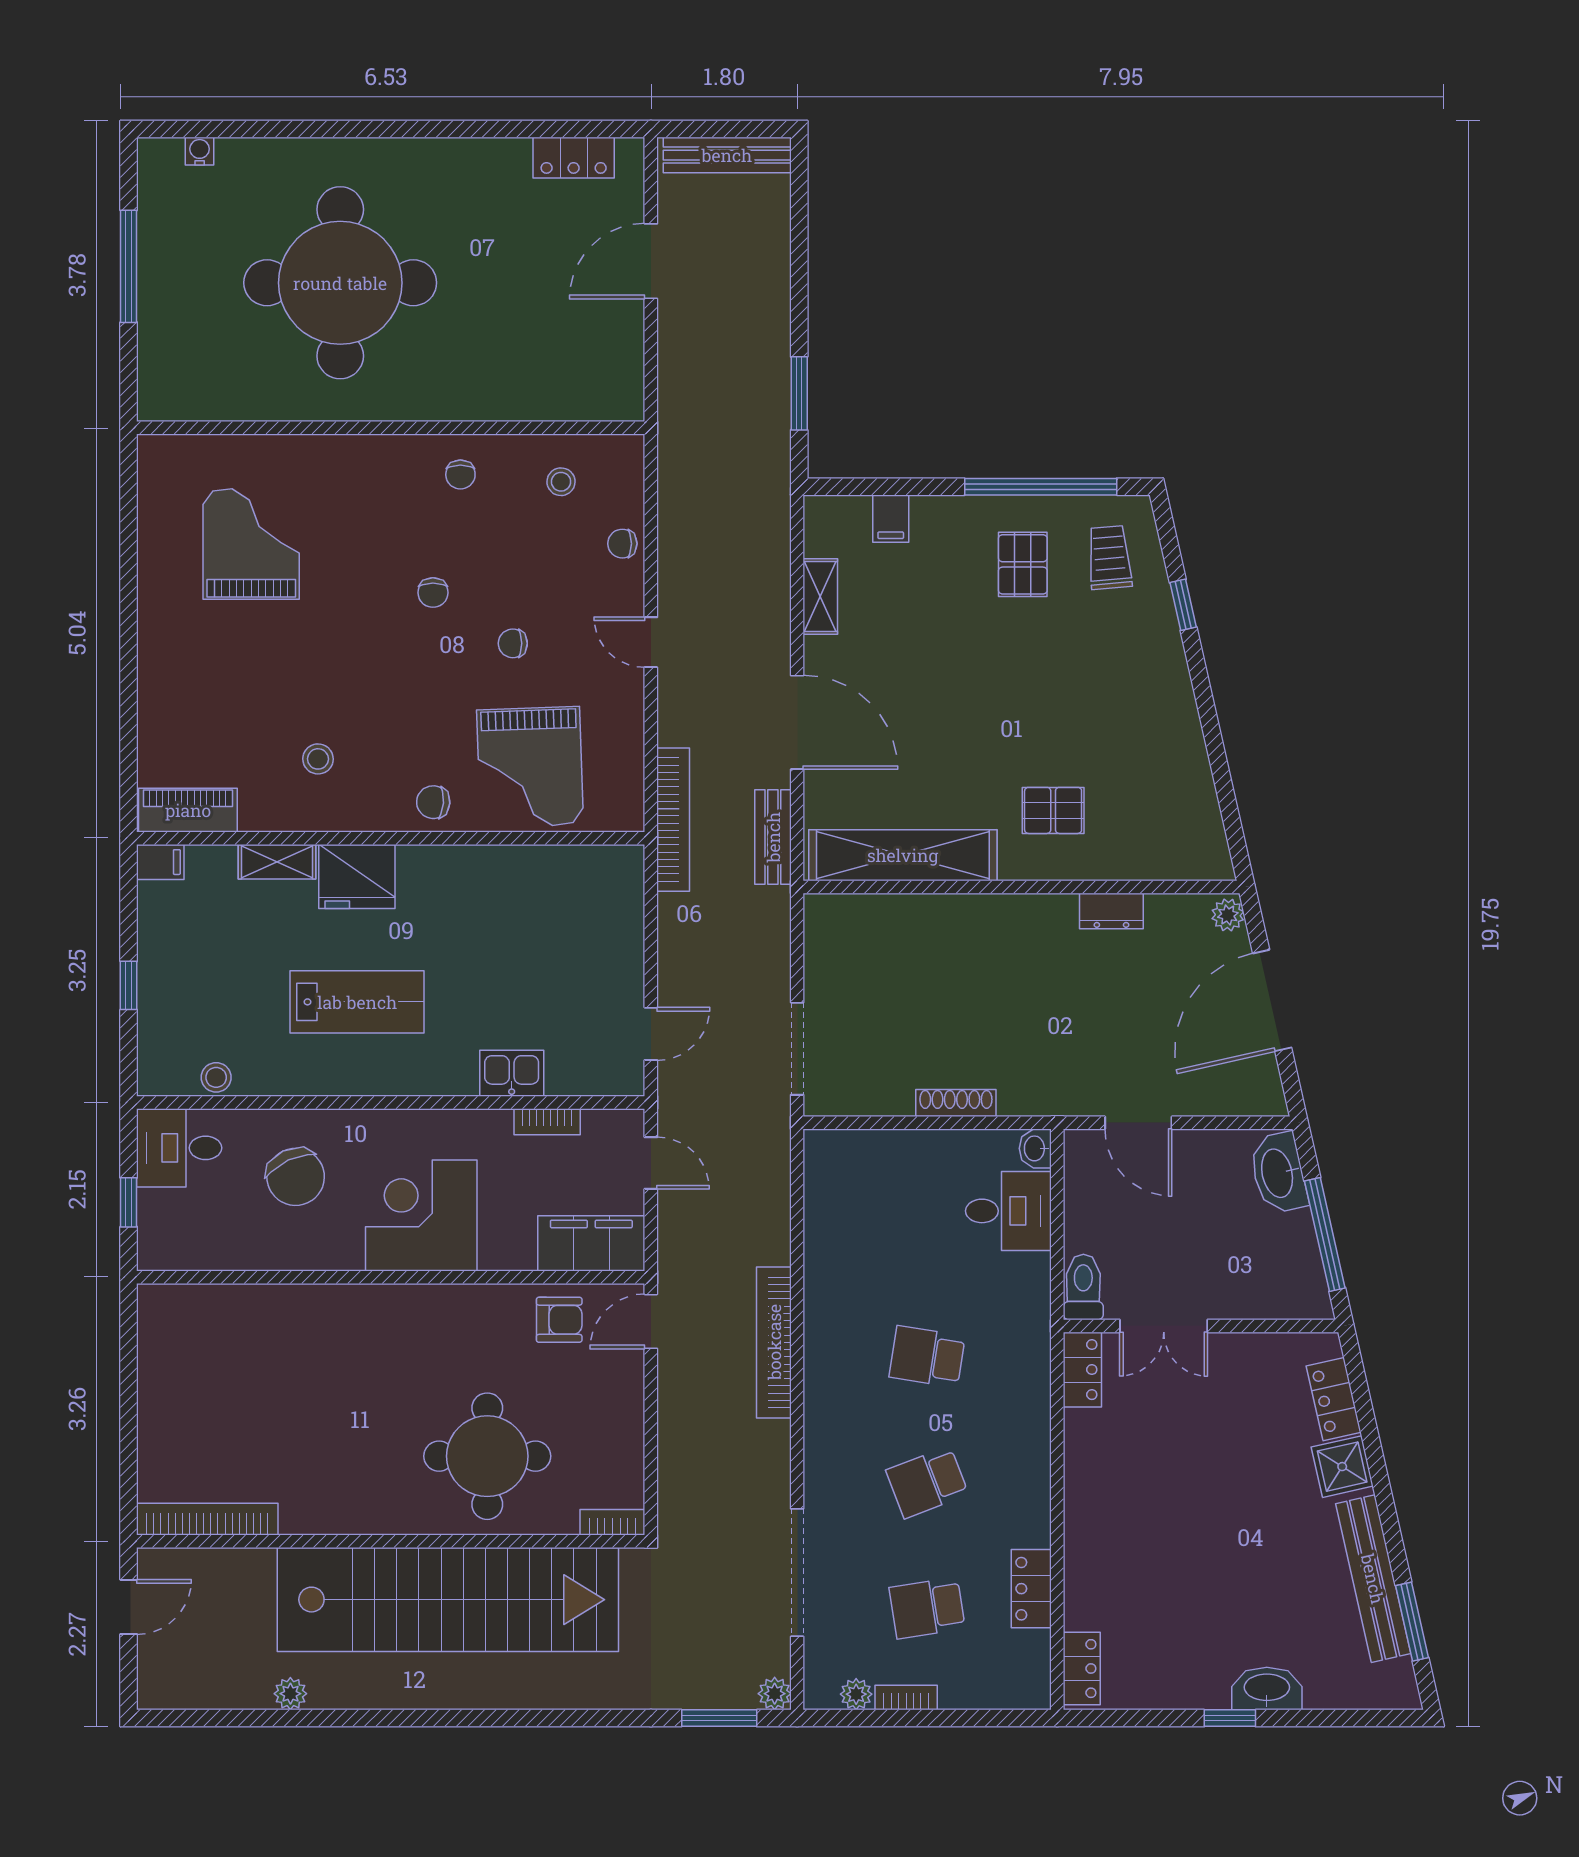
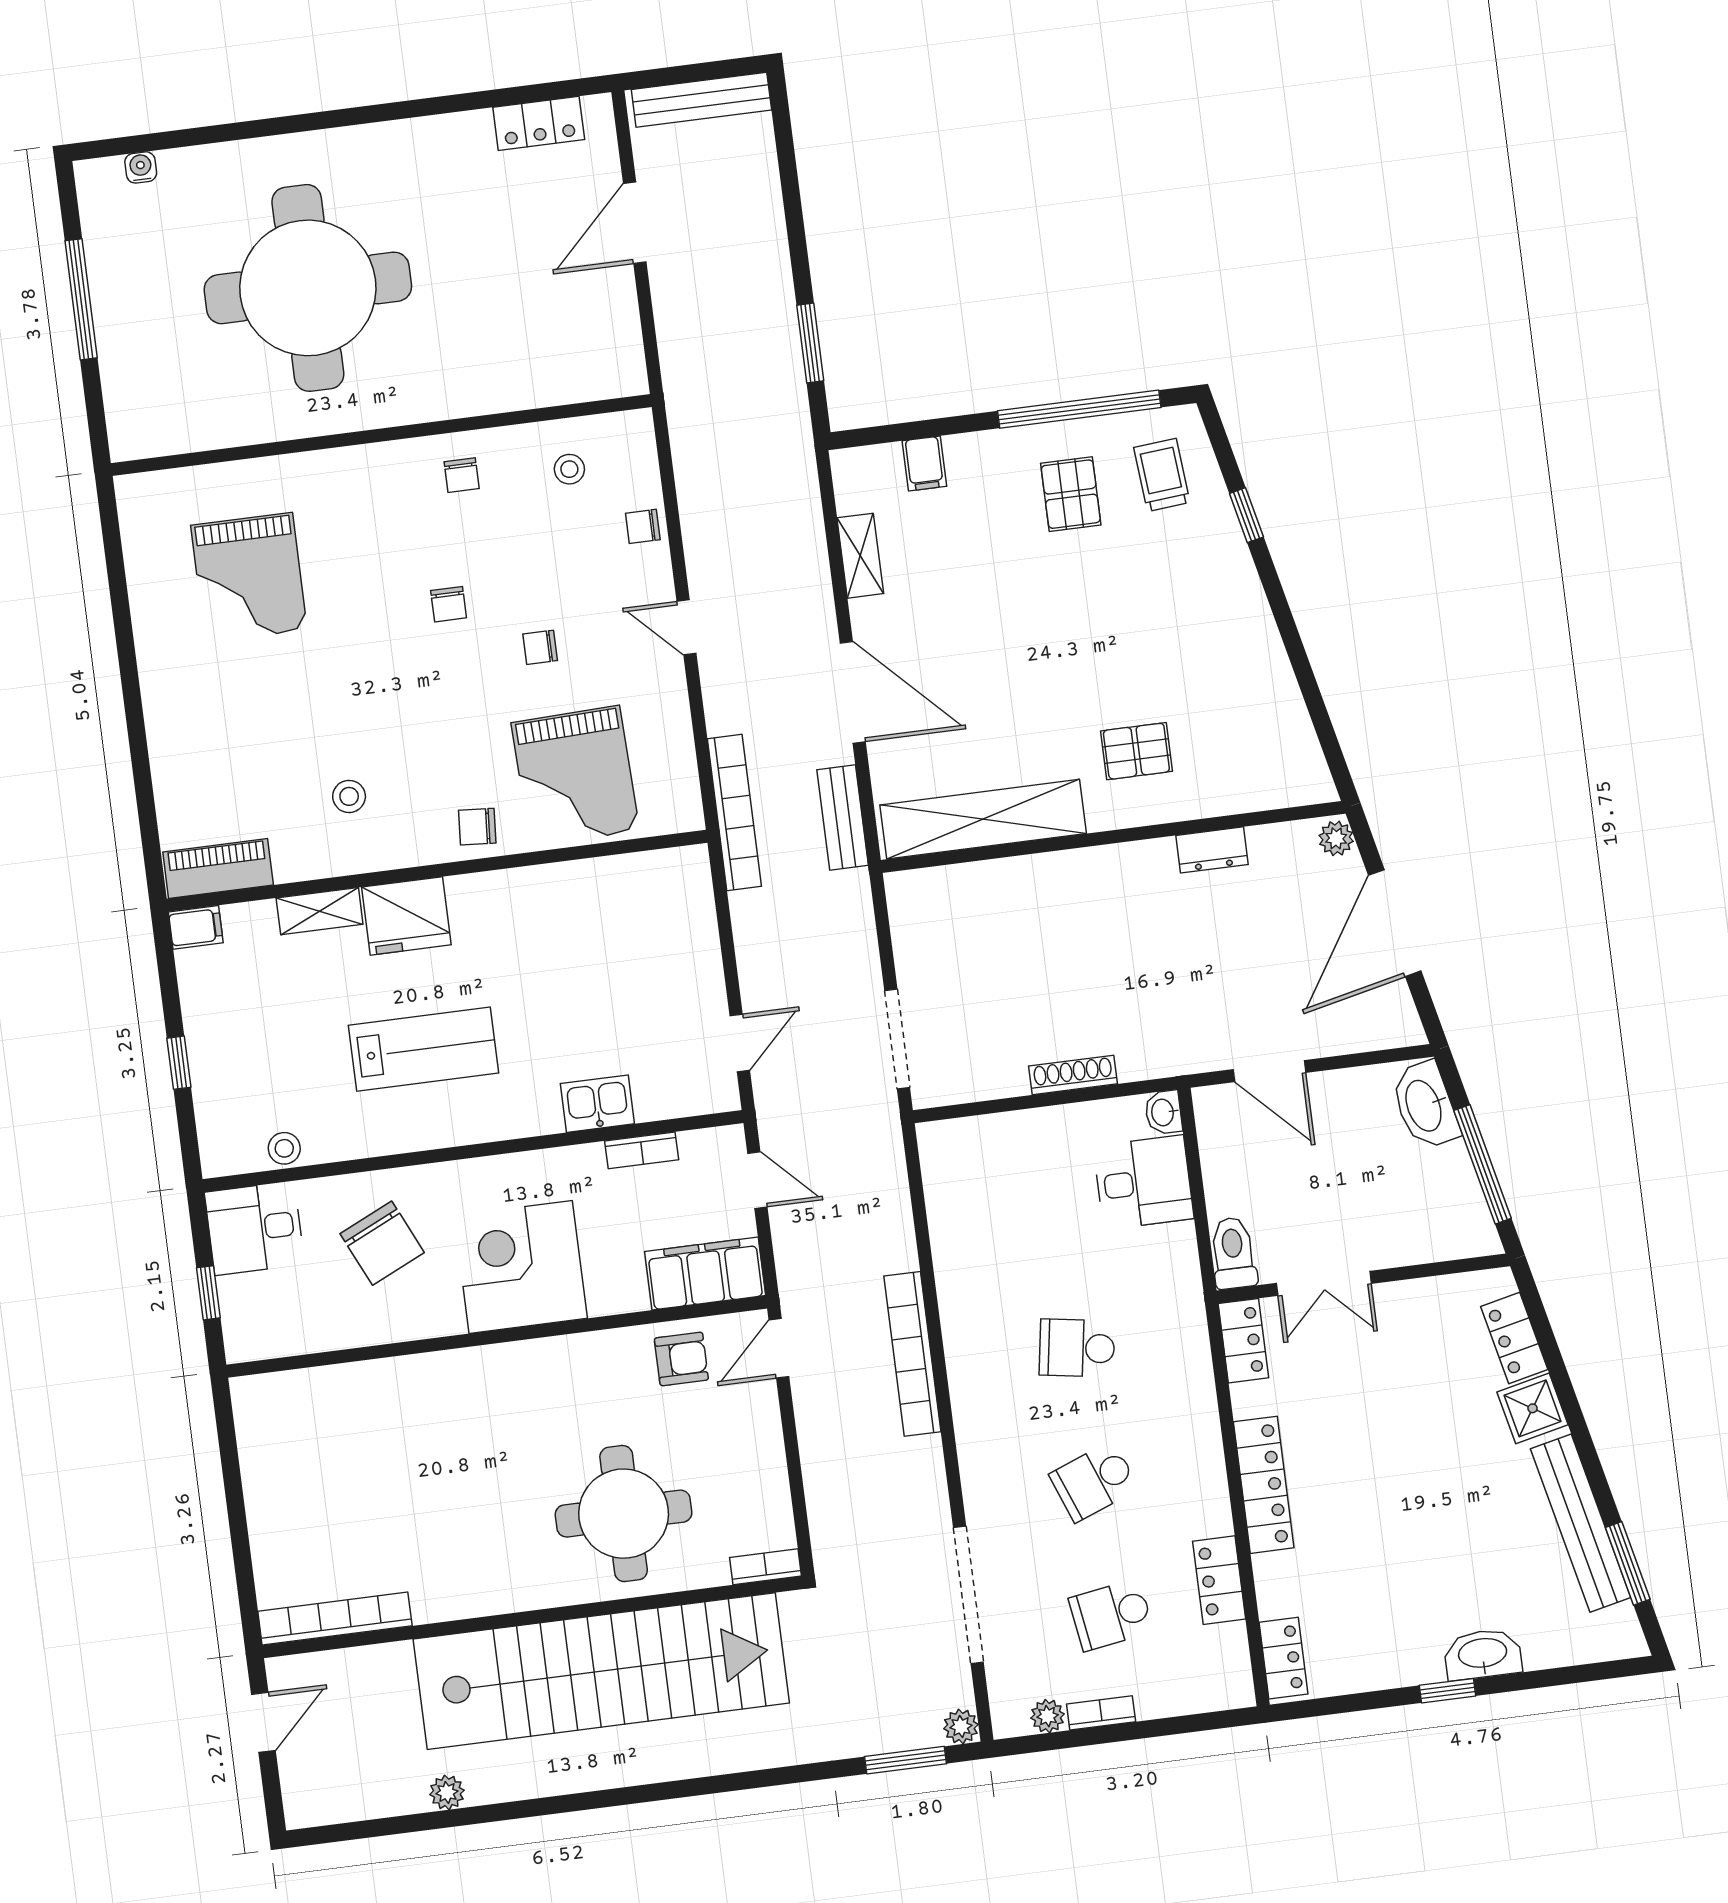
grand piano: (251, 544) -> (249, 577), turned 180
locker: (1084, 1506) -> (1264, 1485), added

